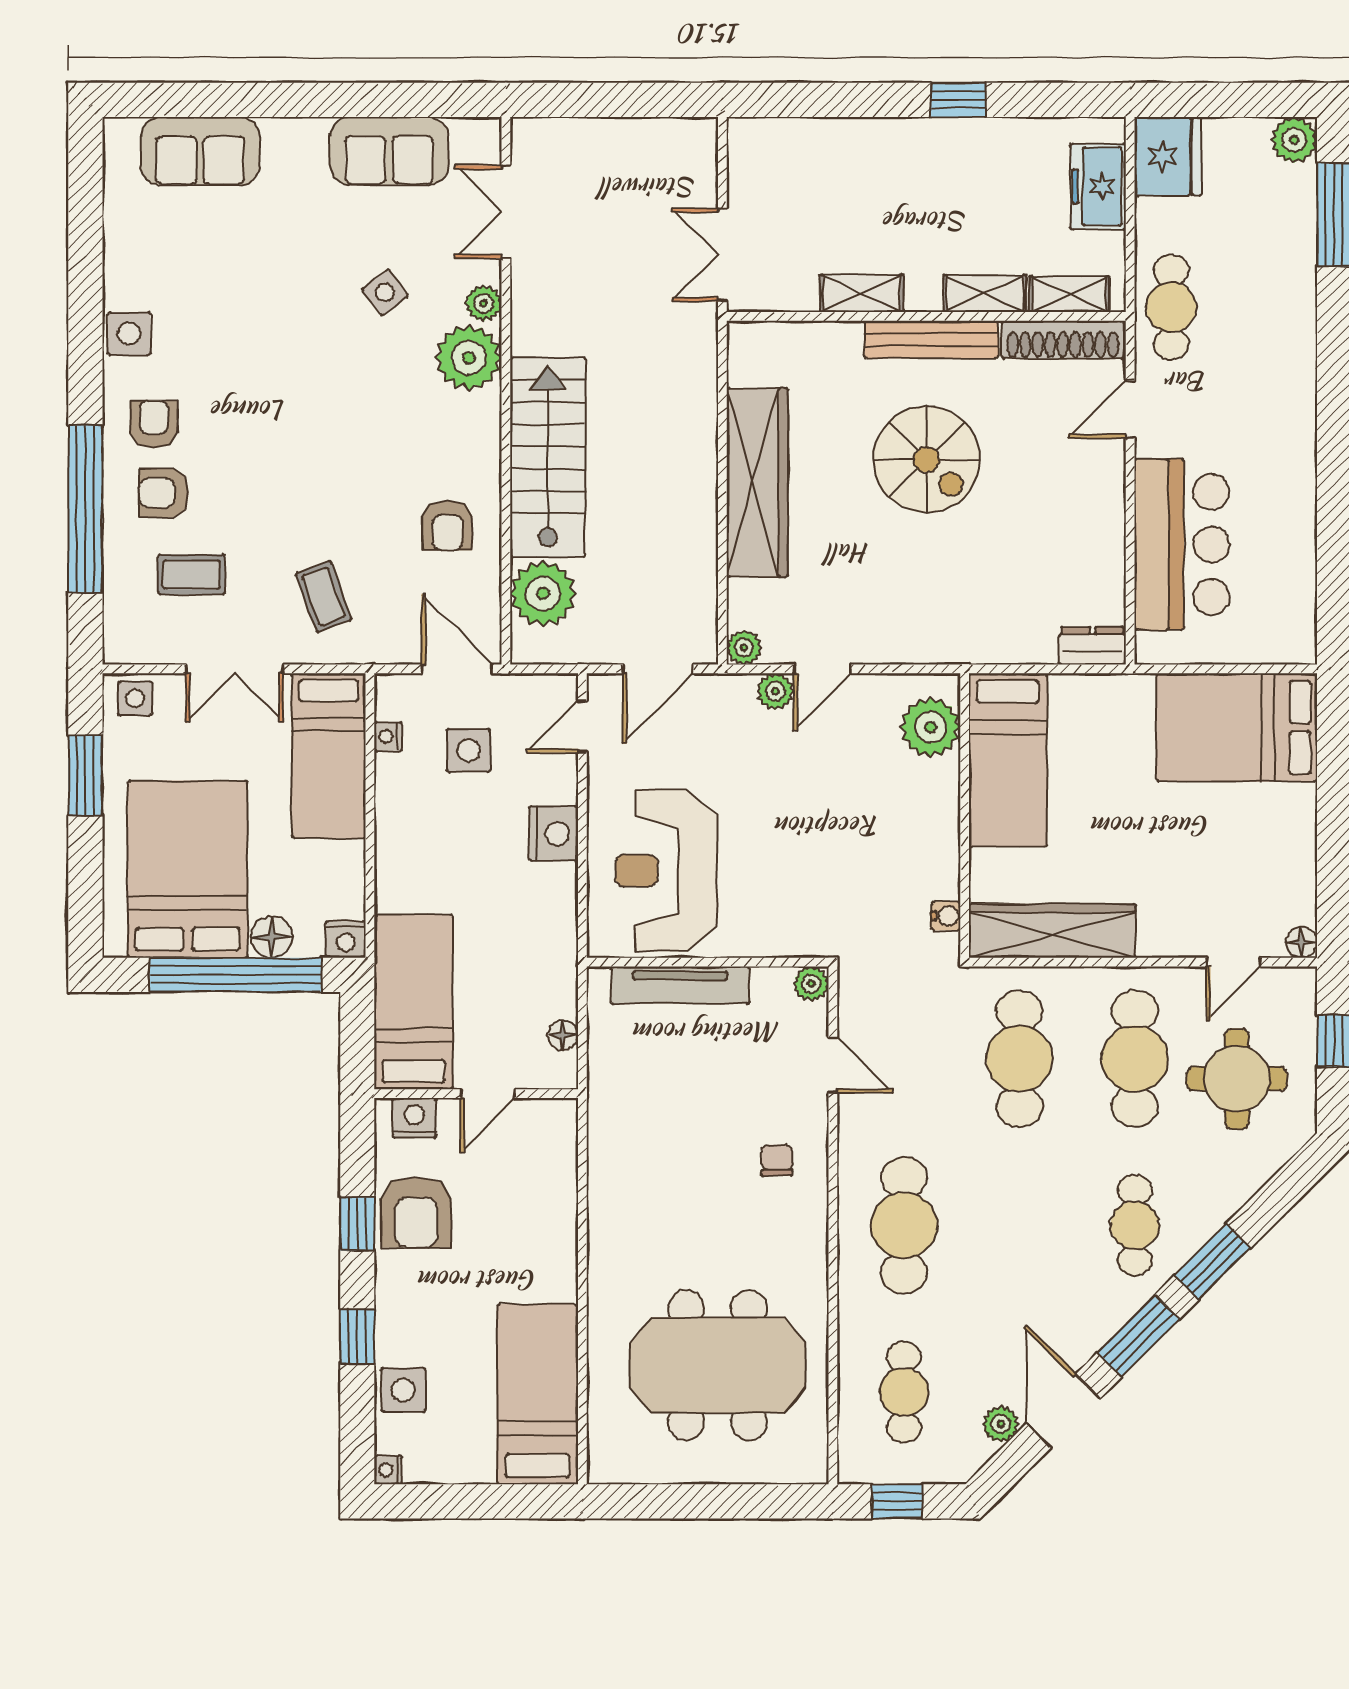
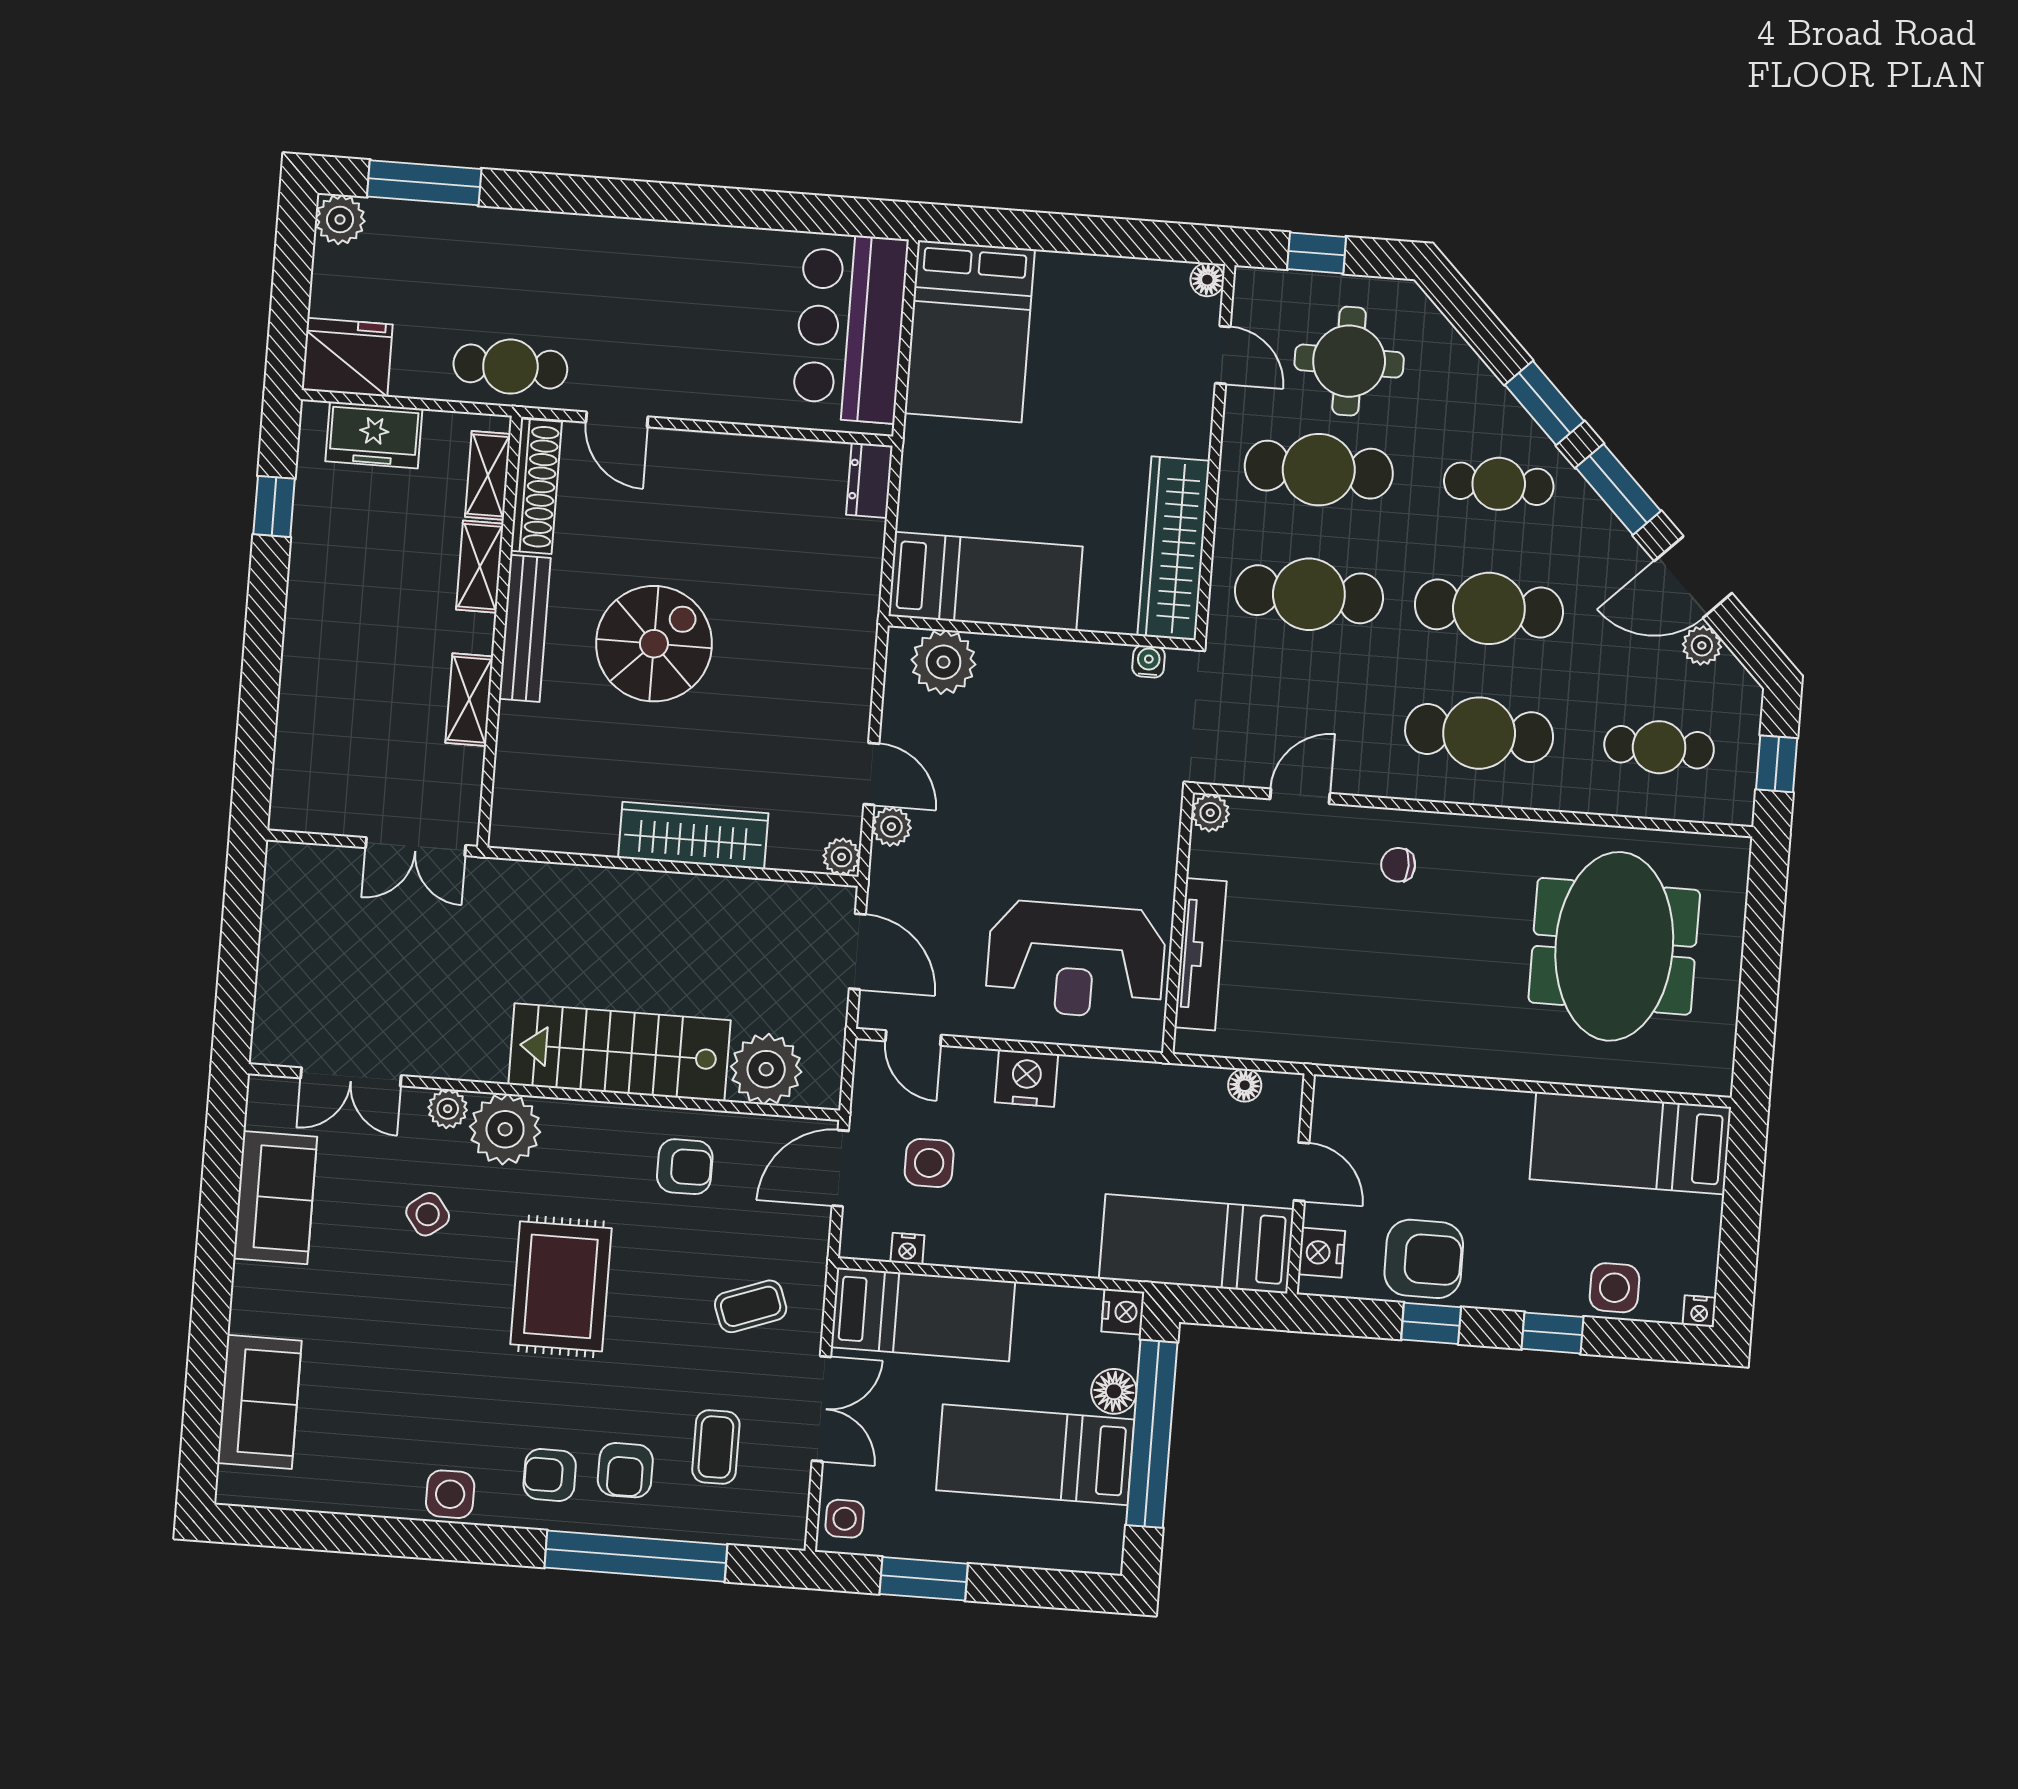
window: (958, 100) -> (274, 506), moved
rug: (328, 420) -> (561, 1286), added
wardrobe: (757, 483) -> (693, 835), width x0.71, depth x0.85
bar counter: (1182, 544) -> (850, 328), moved, turned -90
bed: (188, 869) -> (1035, 1455), width x0.67
cafe table: (1019, 1225) -> (1489, 608), added

